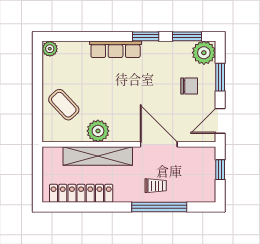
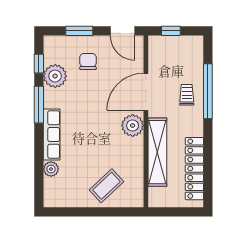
window: (146, 36) -> (39, 105), width x1.44
window: (187, 36) -> (39, 64), width x0.67
plant: (50, 49) -> (51, 169), moved
plant: (204, 53) -> (55, 76), moved
plant: (98, 131) -> (133, 126), moved

